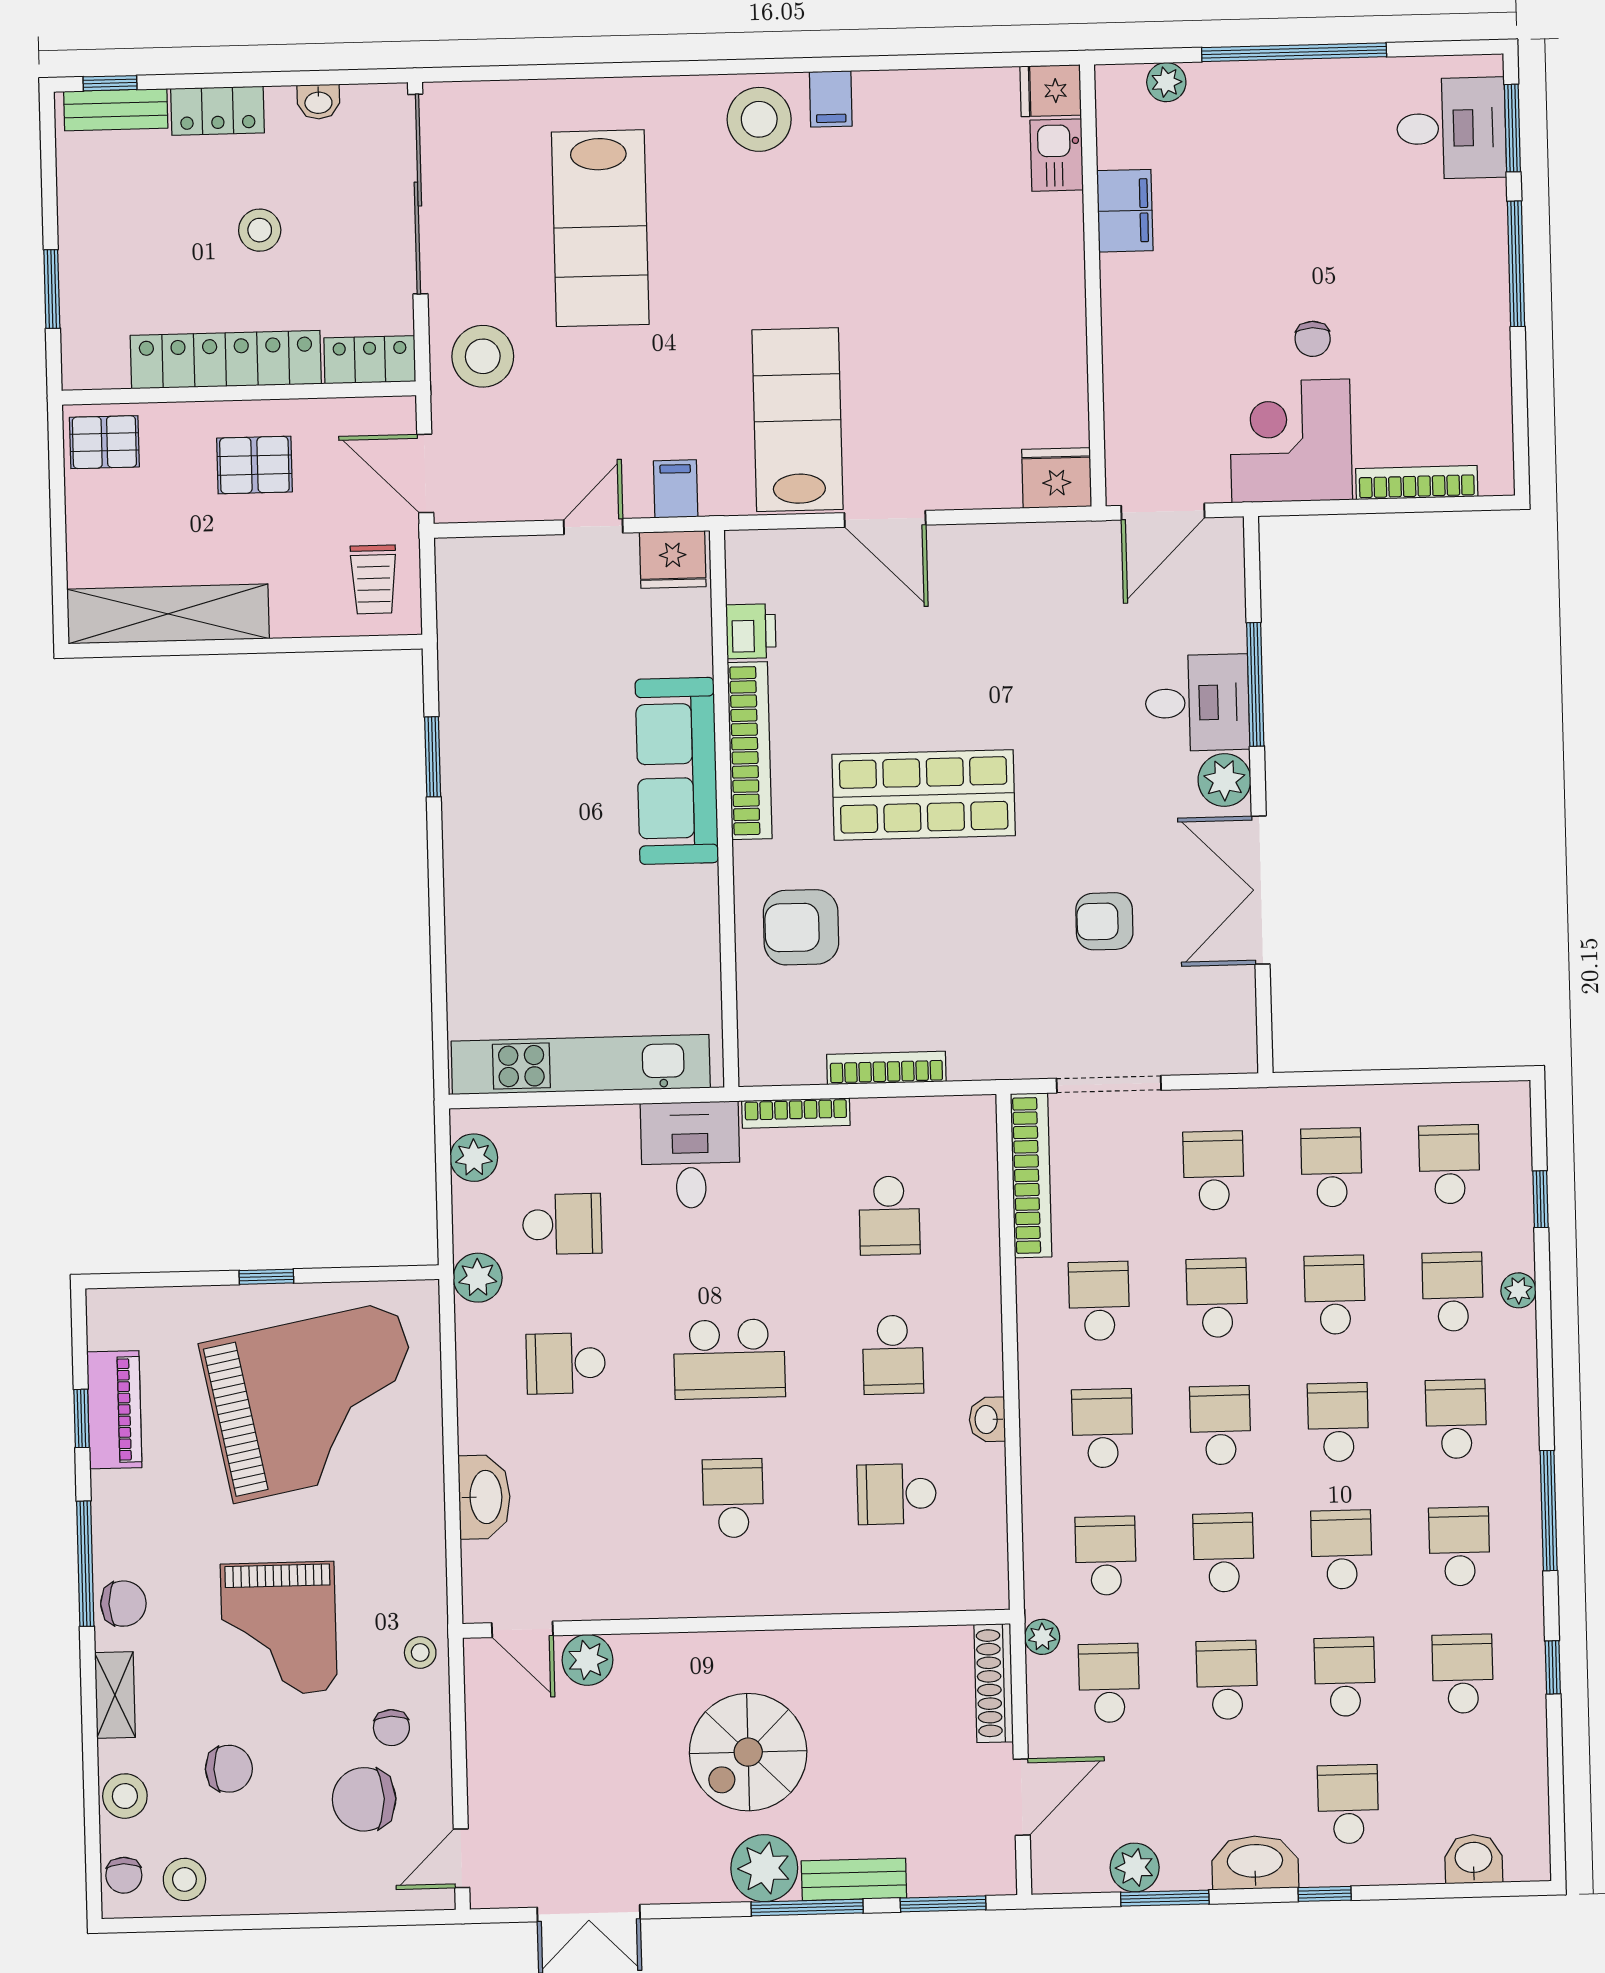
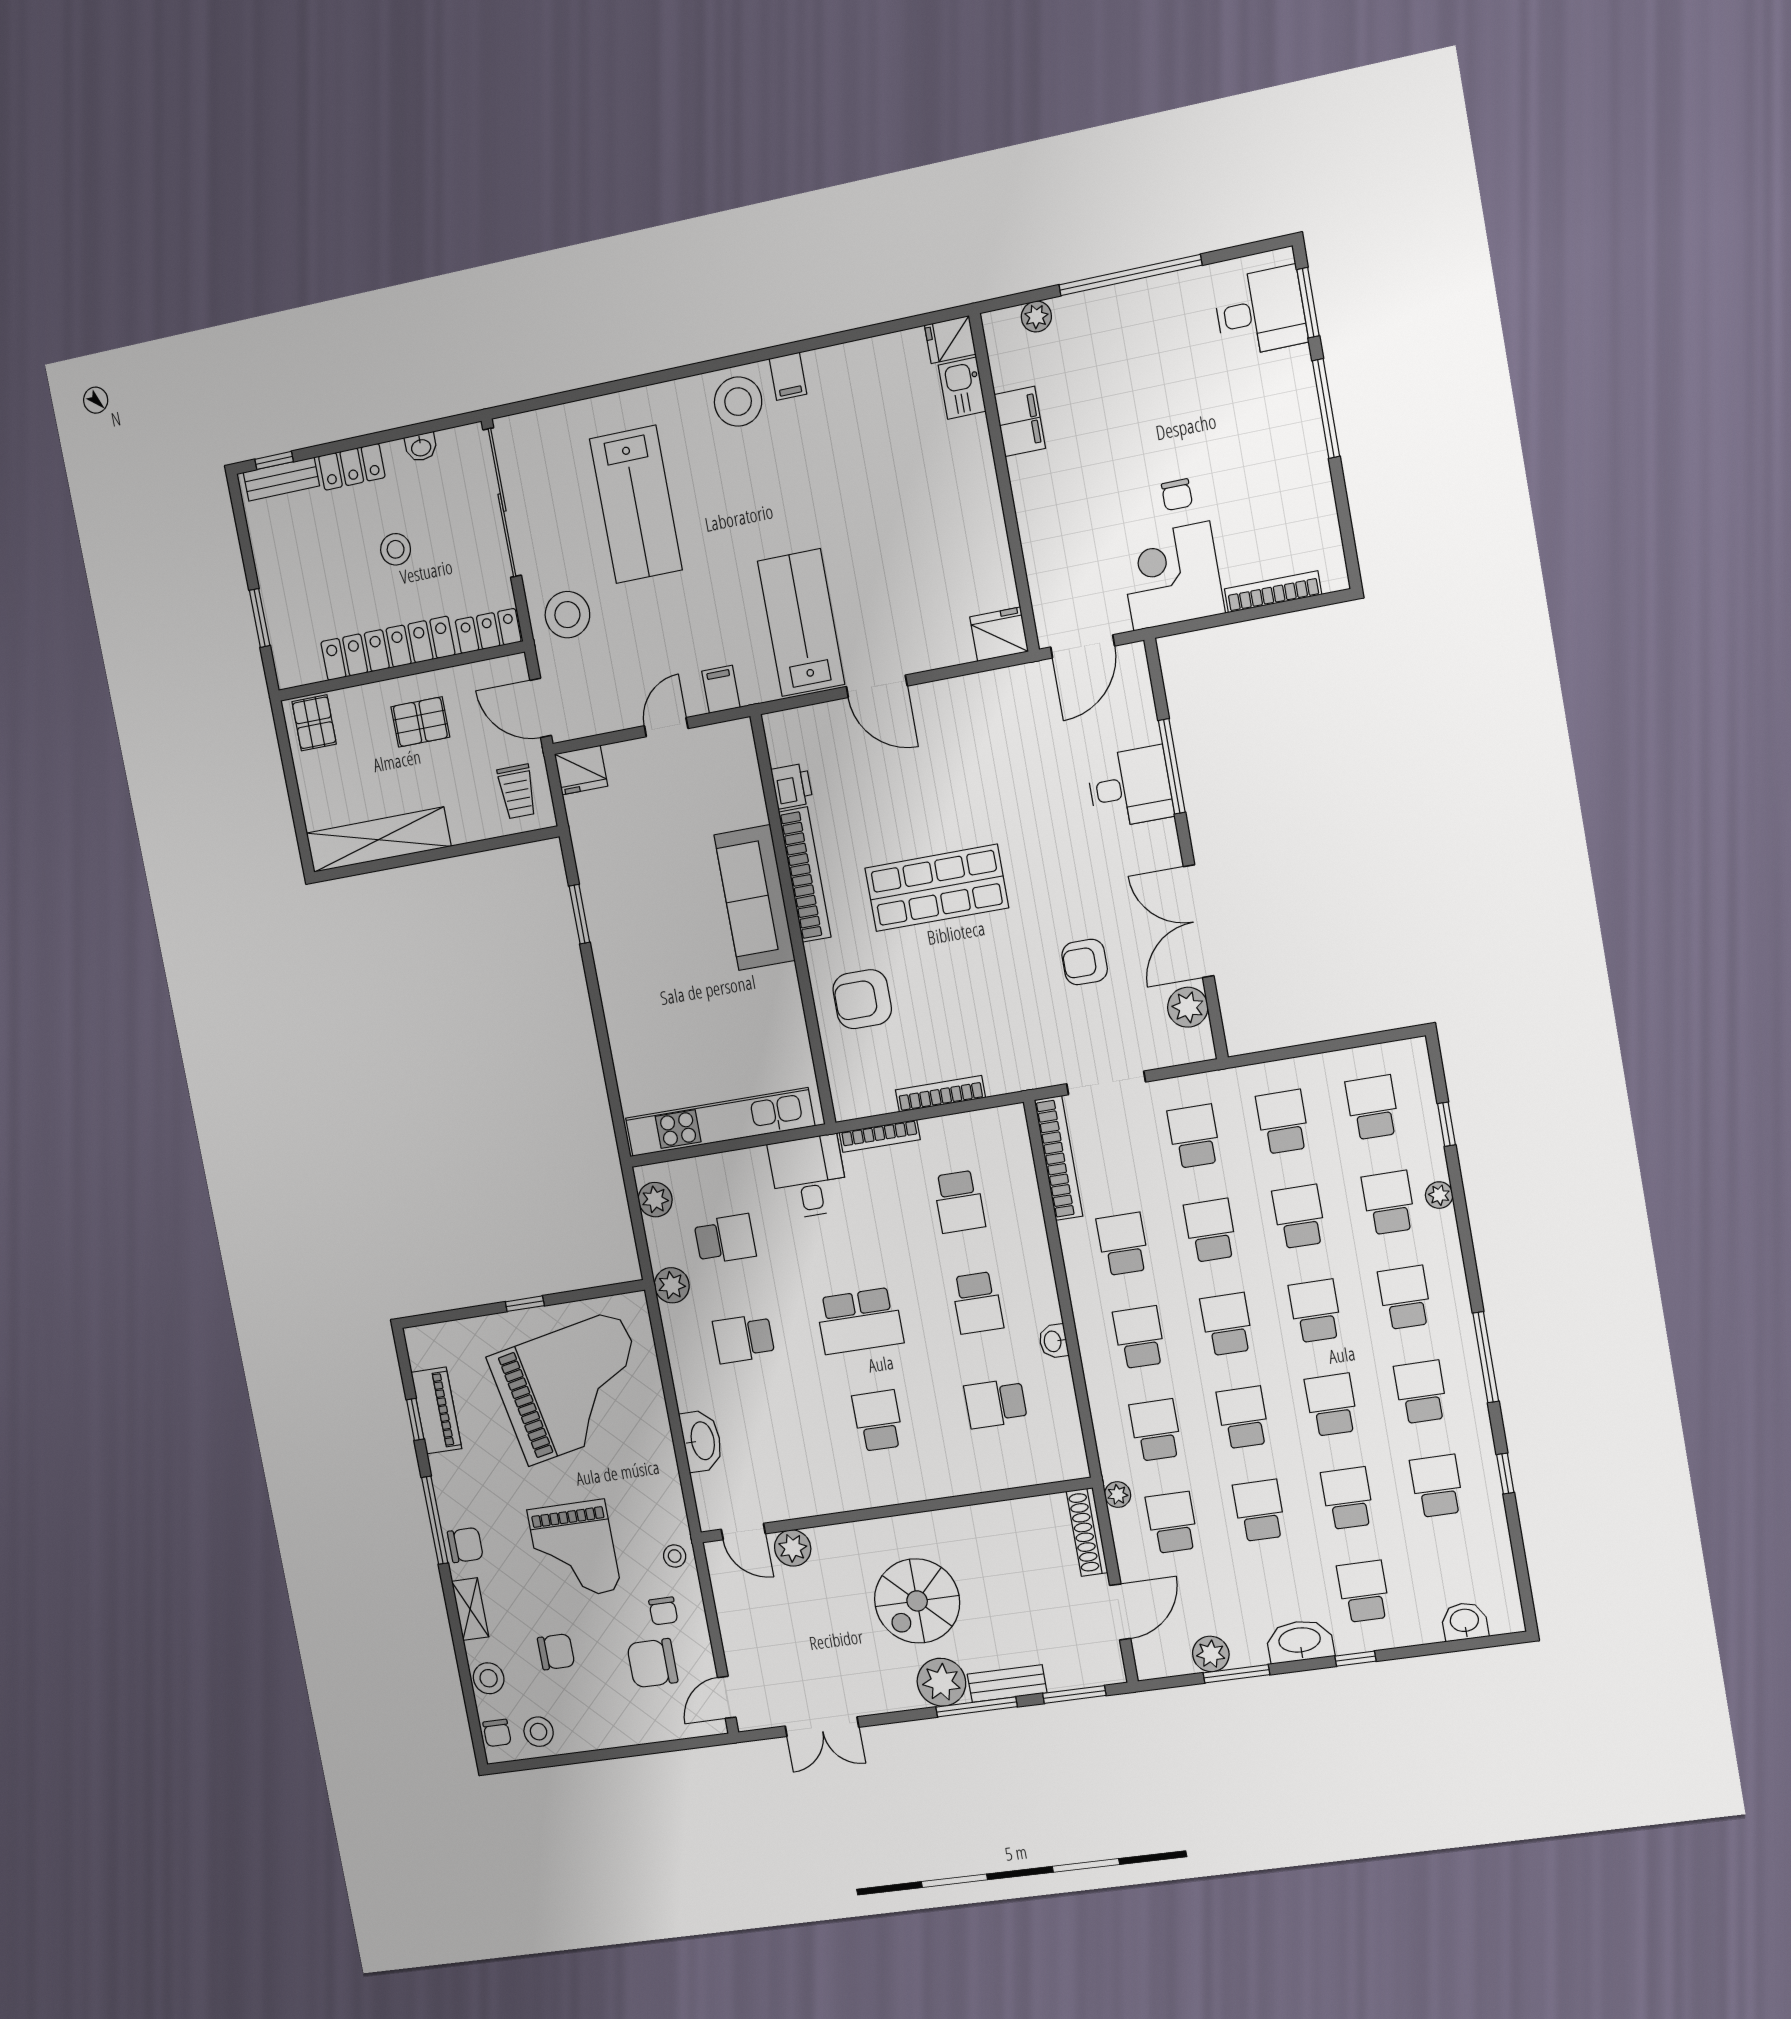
pallet: (104, 442) -> (314, 723), turned 90
fridge: (673, 559) -> (581, 770), moved
plant: (1224, 780) -> (1188, 1007), moved

